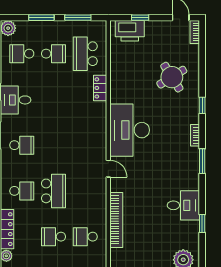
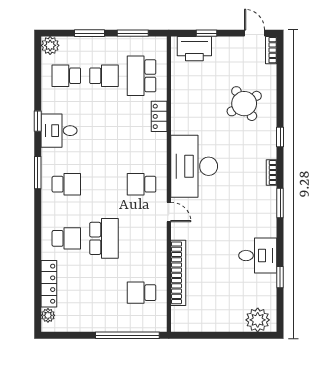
school desk: (54, 237) -> (142, 184), moved

